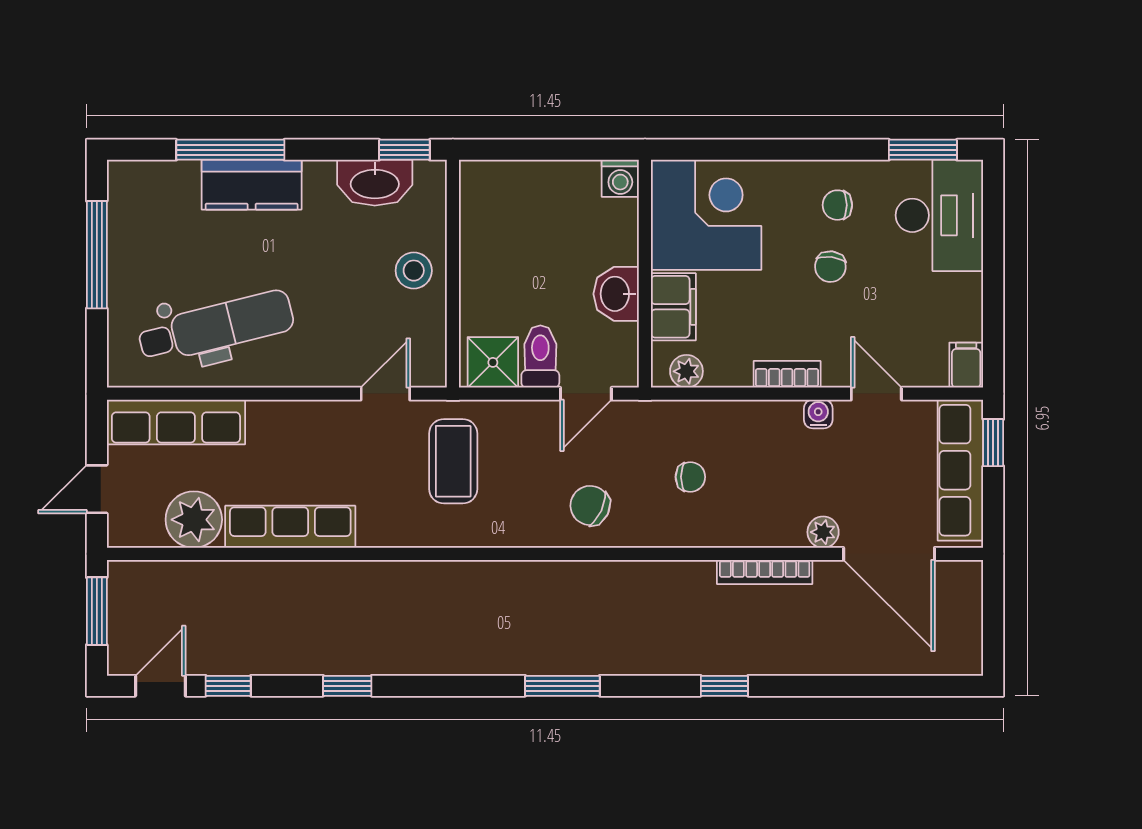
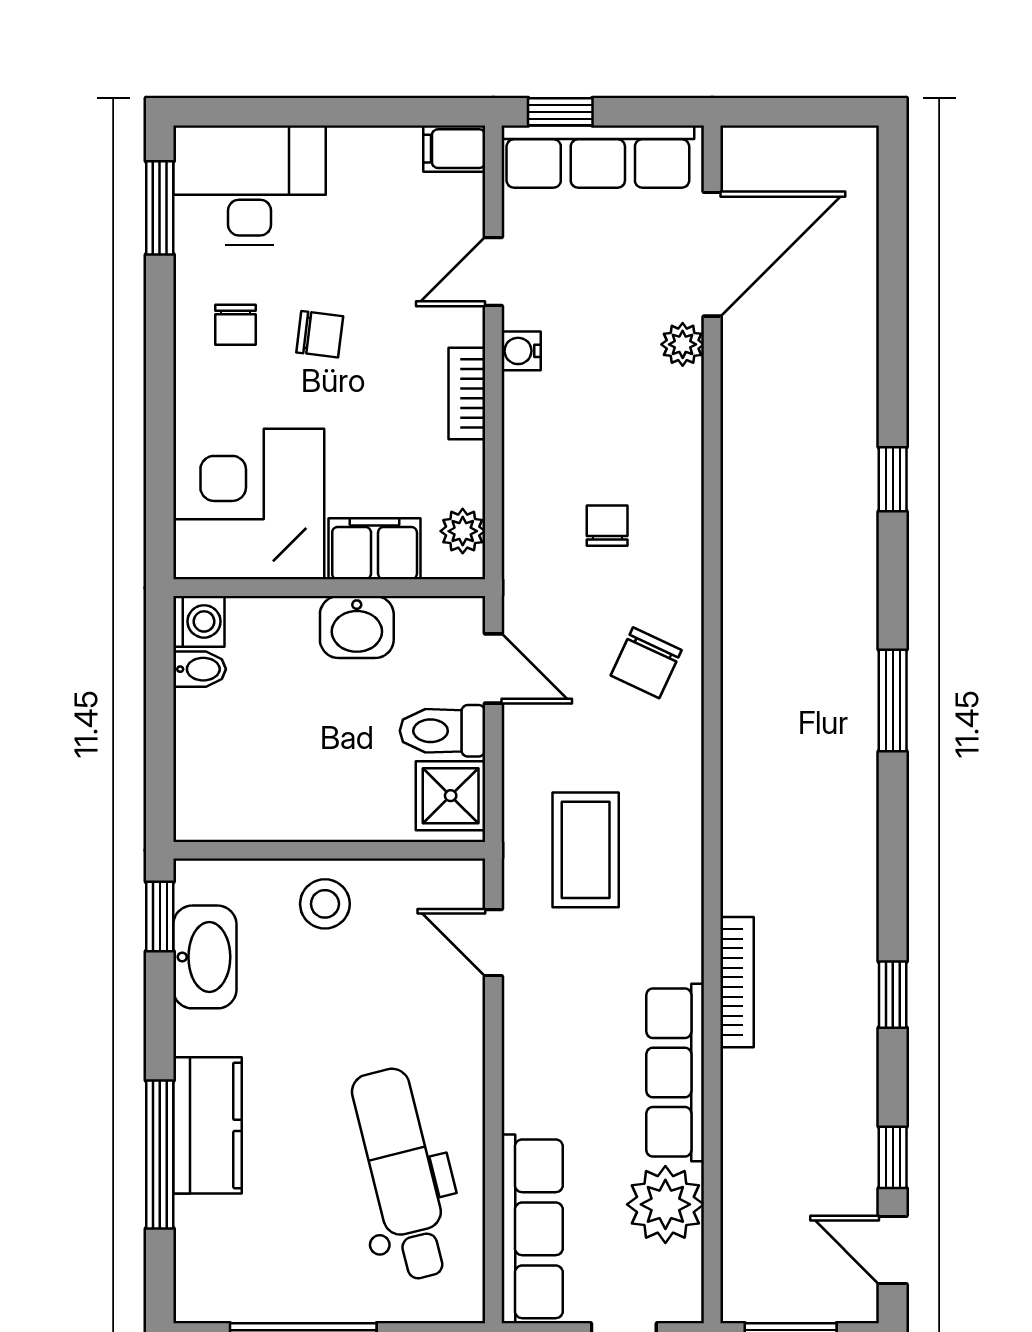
bidet: (585, 179) -> (200, 669), added
coffee table: (453, 461) -> (586, 850), turned 90
bookcase: (765, 572) -> (737, 982), moved

